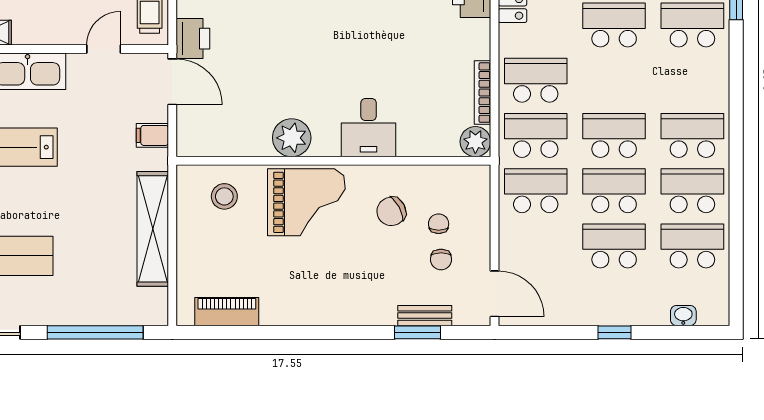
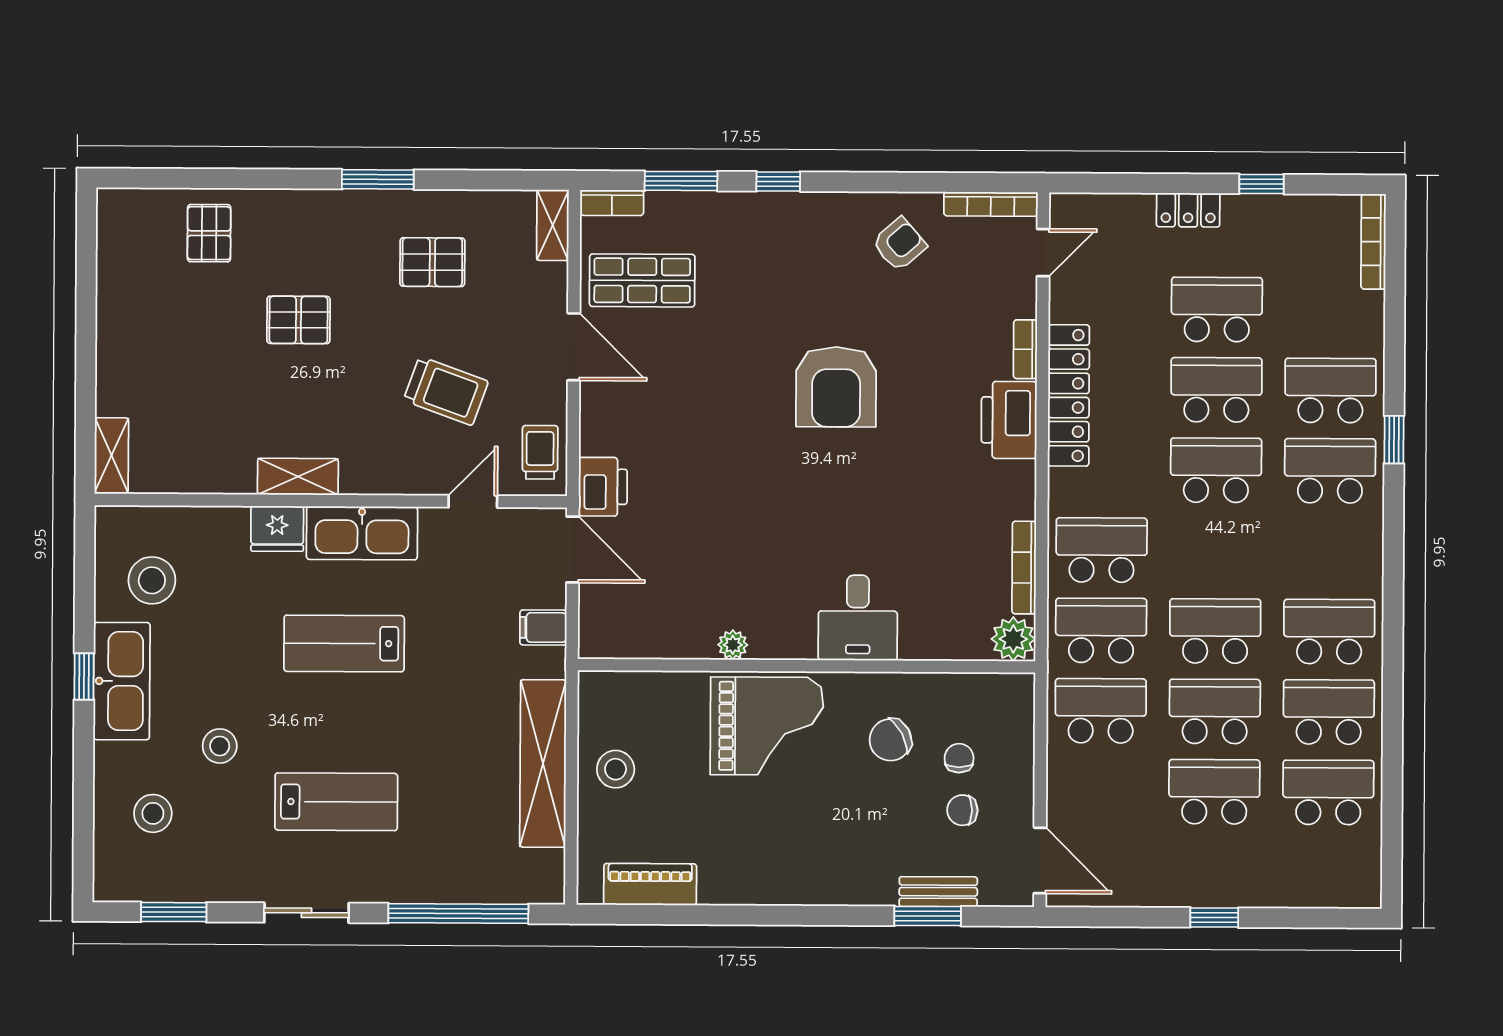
plant: (292, 138) -> (733, 645), width x0.53, depth x0.53
stool: (224, 196) -> (616, 769), moved
chair: (441, 259) -> (962, 810), turned 90
washbasin: (683, 316) -> (1315, 894), removed

